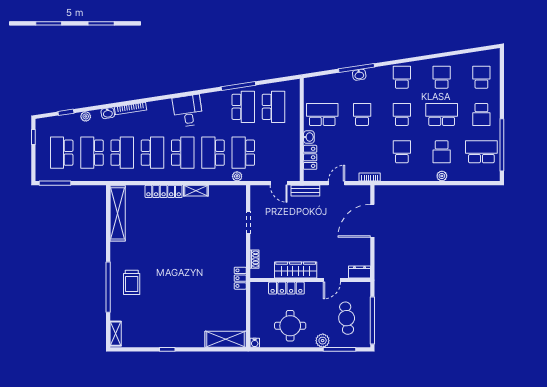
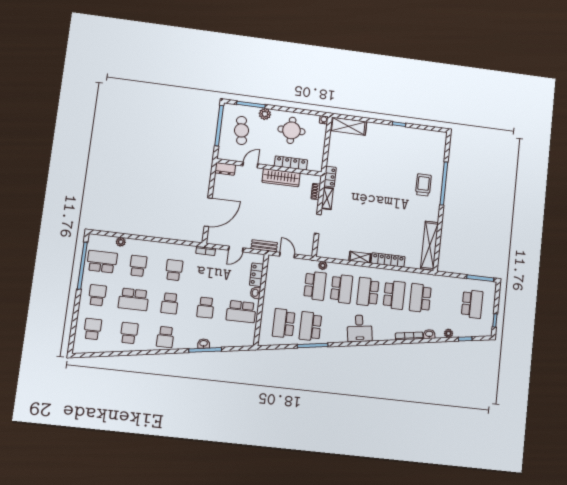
school desk: (442, 77) -> (129, 333), turned 180
school desk: (481, 77) -> (93, 329), turned 180
school desk: (402, 152) -> (174, 270), turned 180
school desk: (481, 152) -> (102, 262), turned 180
school desk: (92, 153) -> (446, 301), removed
school desk: (152, 153) -> (394, 295), turned 180
plant: (442, 176) -> (121, 242), moved
shelving: (116, 334) -> (327, 198), moved

